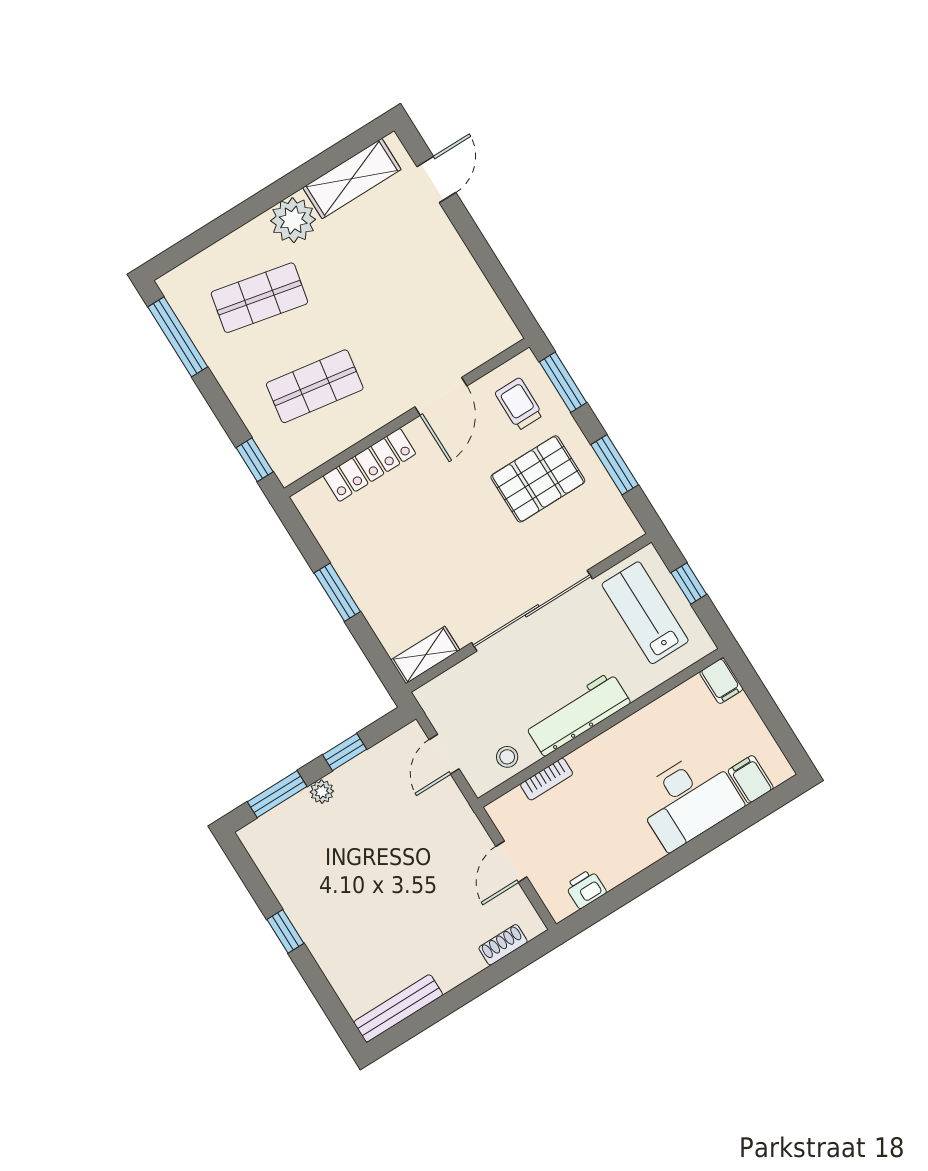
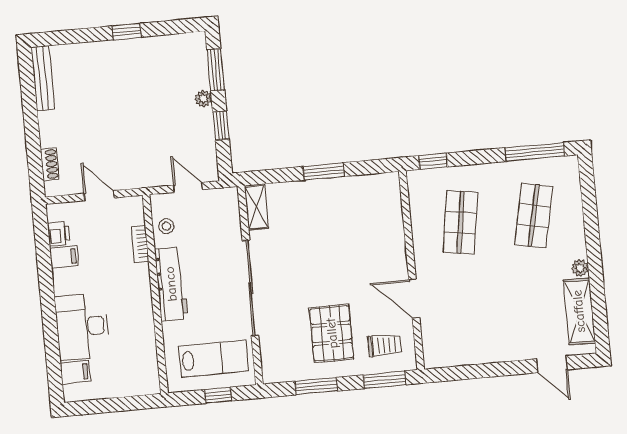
plant: (293, 220) -> (580, 268), width x0.53, depth x0.53
locker: (370, 465) -> (394, 232), removed
filing cabinet: (721, 681) -> (64, 257), moved, turned 180

